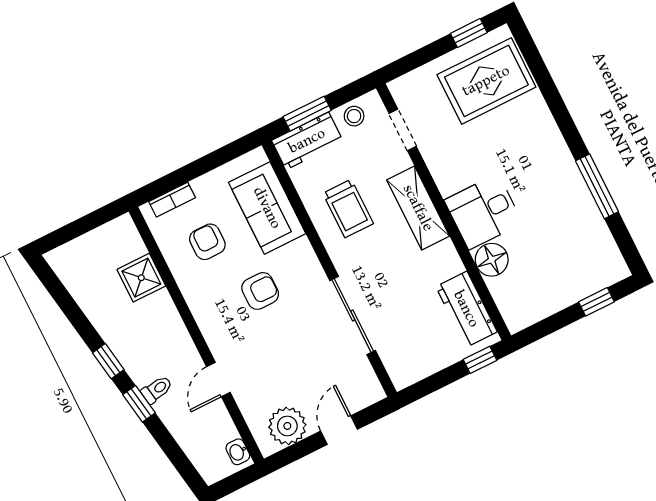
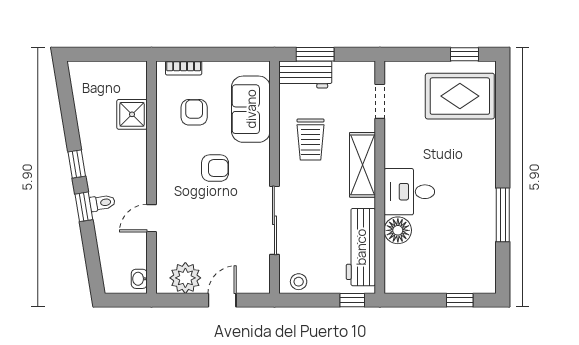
stool: (354, 116) -> (299, 282), moved
workbench: (466, 309) -> (361, 247), width x1.38

